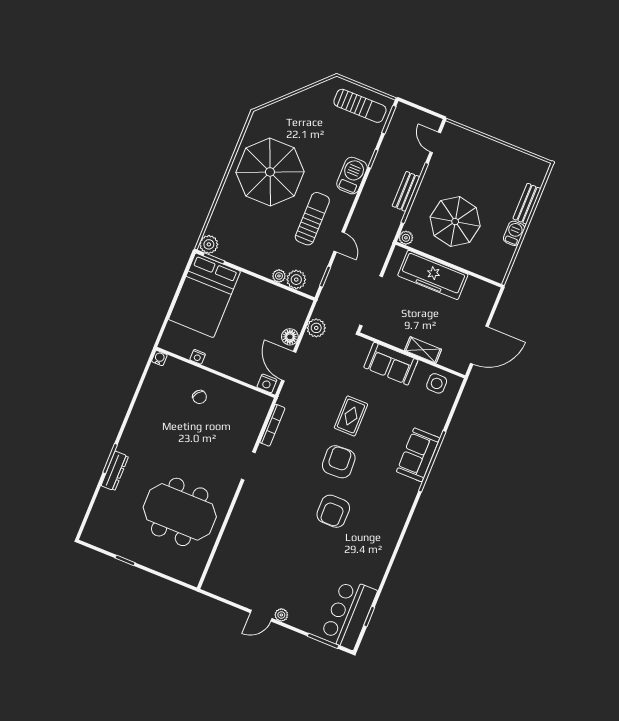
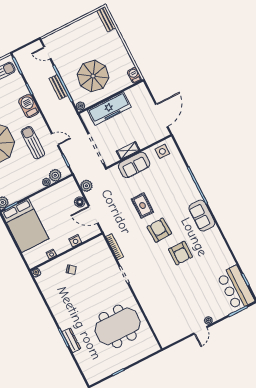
bench: (527, 204) -> (106, 19), moved
barbecue: (514, 233) -> (134, 75), moved
shelving: (423, 350) -> (128, 151), moved
nightstand: (267, 383) -> (75, 241), moved
sofa: (418, 455) -> (202, 216), moved

